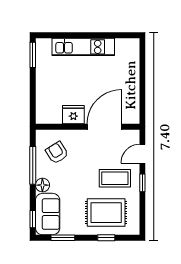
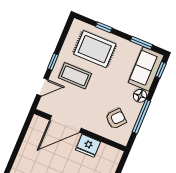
armchair: (57, 153) -> (116, 119), turned -107

